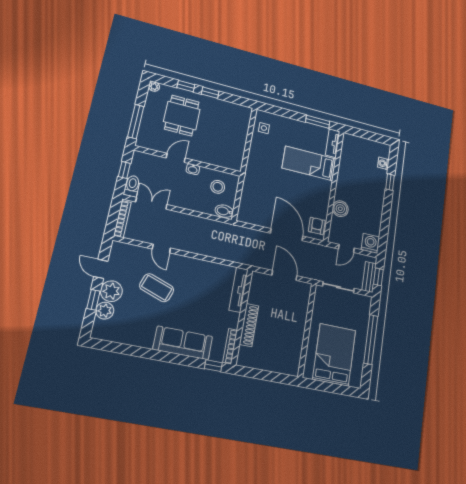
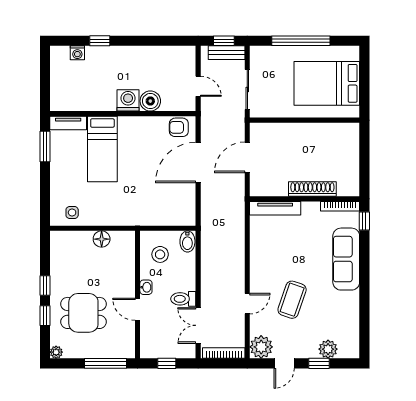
floor lamp: (239, 145) -> (102, 239), added
toilet: (132, 186) -> (183, 299), moved
washing machine: (370, 243) -> (128, 100), moved, turned 90
plant: (111, 291) -> (261, 347), moved

